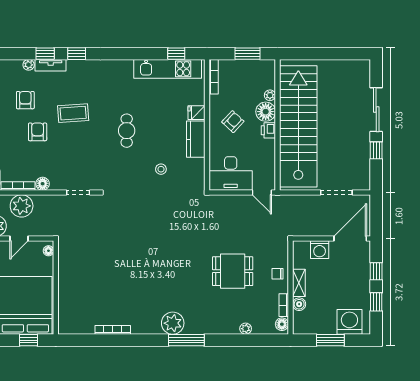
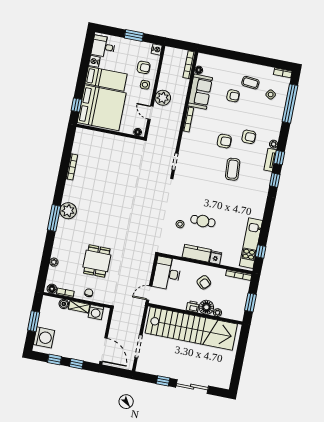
cafe table: (127, 131) -> (203, 221), moved
floor lamp: (43, 184) -> (186, 137), removed
plant: (22, 206) -> (173, 119), removed
washing machine: (320, 250) -> (96, 312), moved, turned -90

